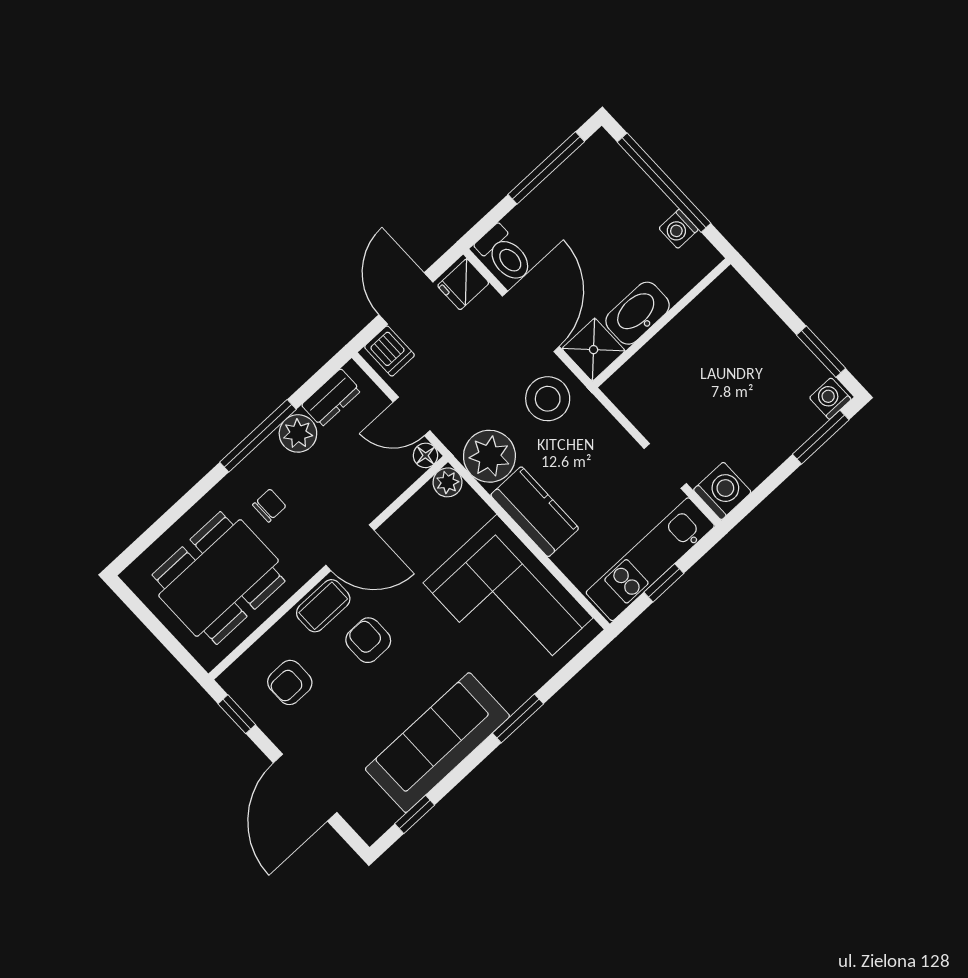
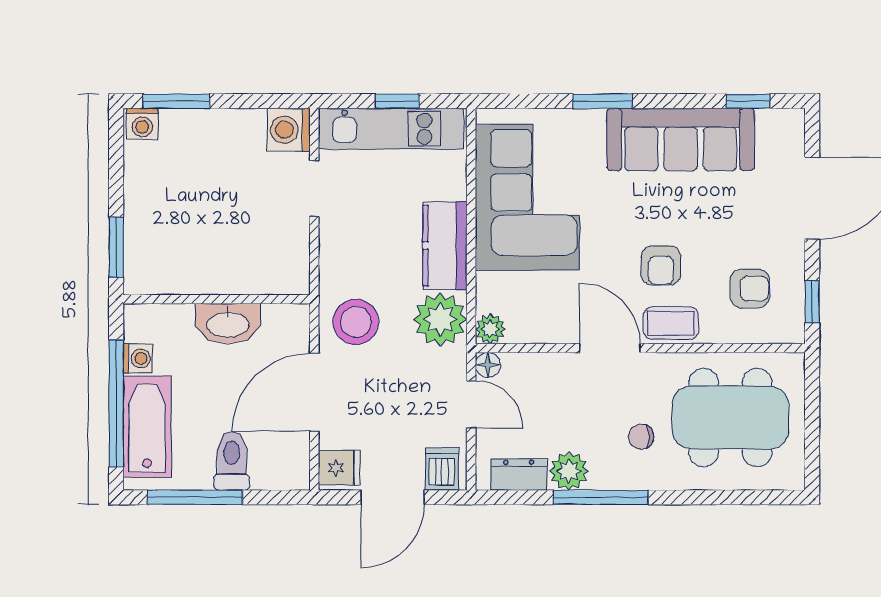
bathtub: (627, 187) -> (147, 427), added
toilet: (505, 254) -> (232, 461), moved
shower: (594, 350) -> (287, 327), removed
window: (821, 352) -> (116, 247), moved

